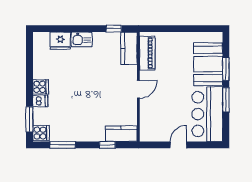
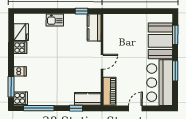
fridge: (60, 41) -> (21, 32), moved, turned -90
piano: (147, 53) -> (109, 91), moved
window: (226, 69) -> (175, 35), moved
cooker: (40, 87) -> (20, 48), moved
window: (63, 145) -> (39, 108), width x1.44

